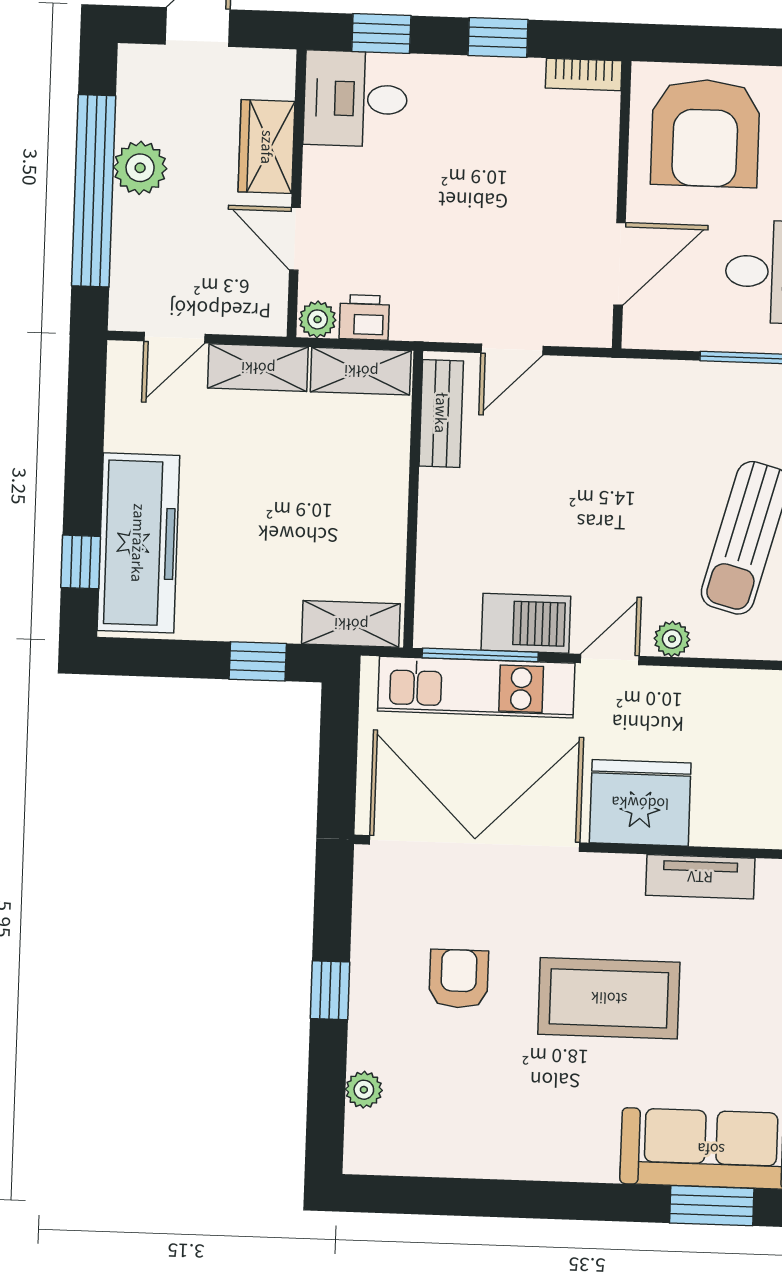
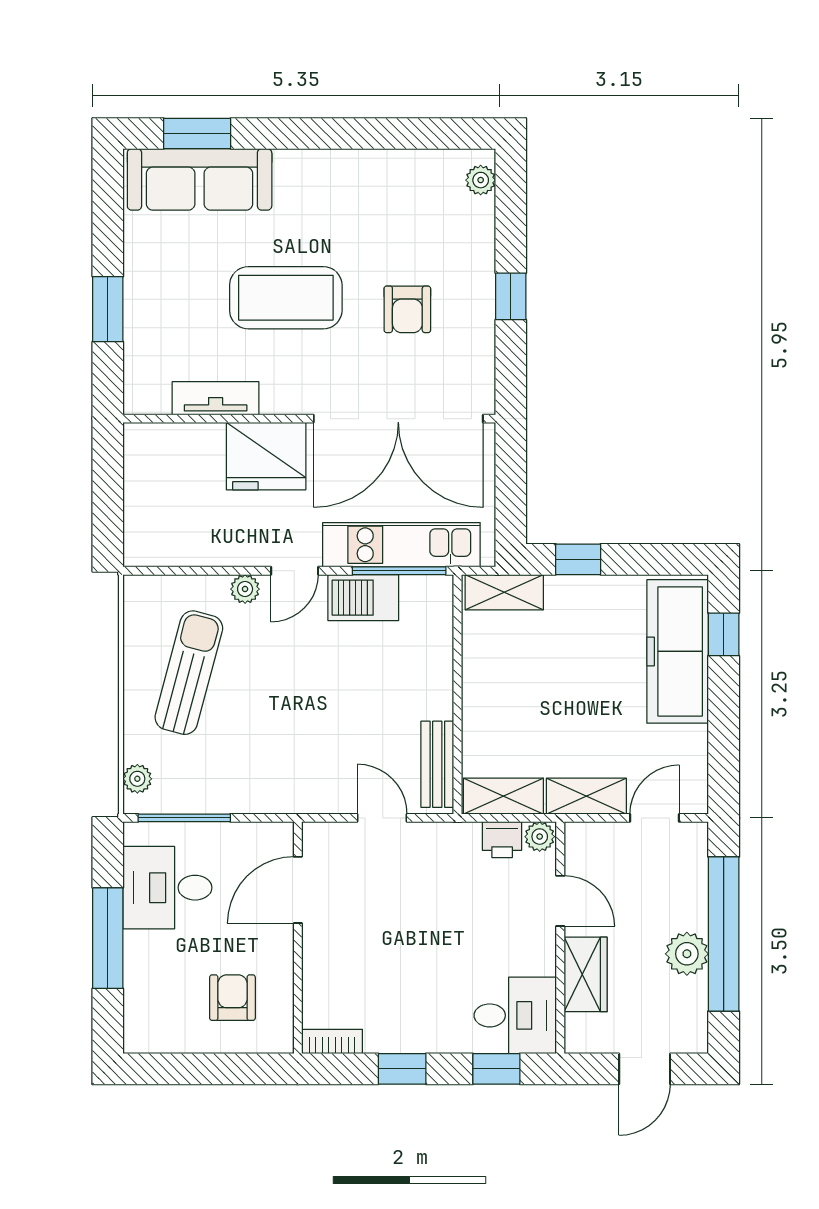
armchair: (705, 133) -> (232, 998), width x0.53, depth x0.53
door: (512, 349) -> (382, 818), hinge flipped
plant: (364, 1090) -> (481, 180), moved

